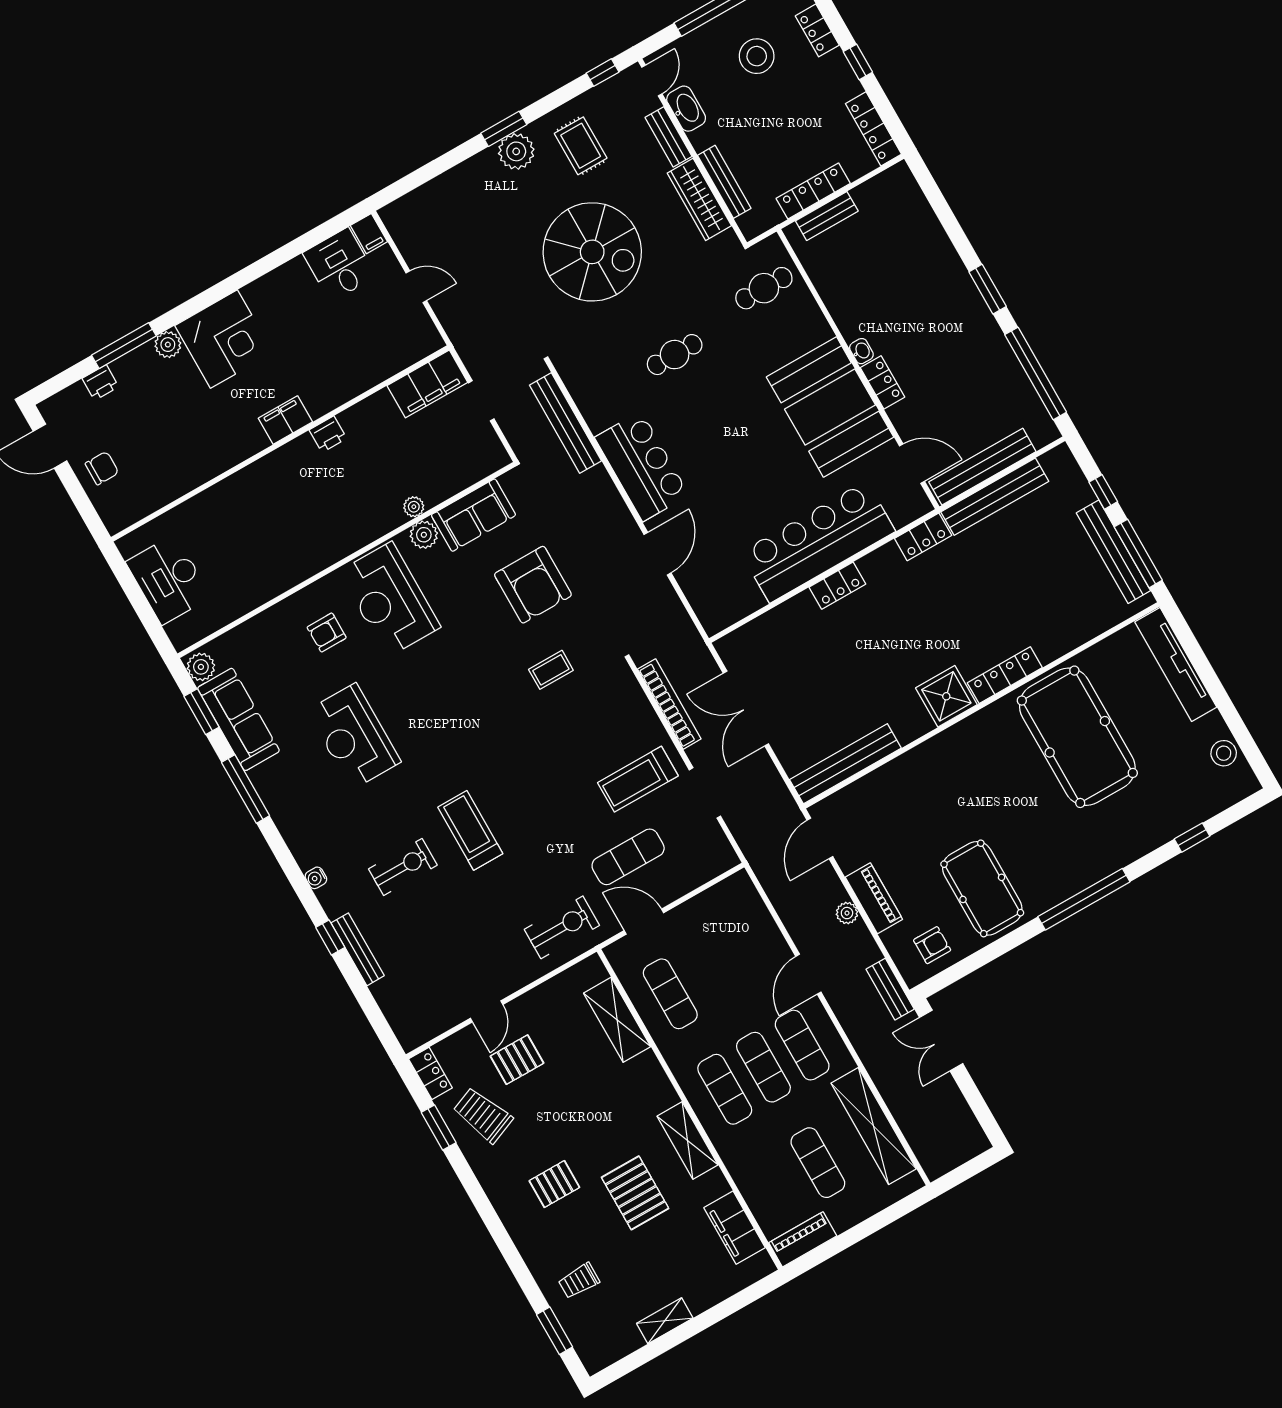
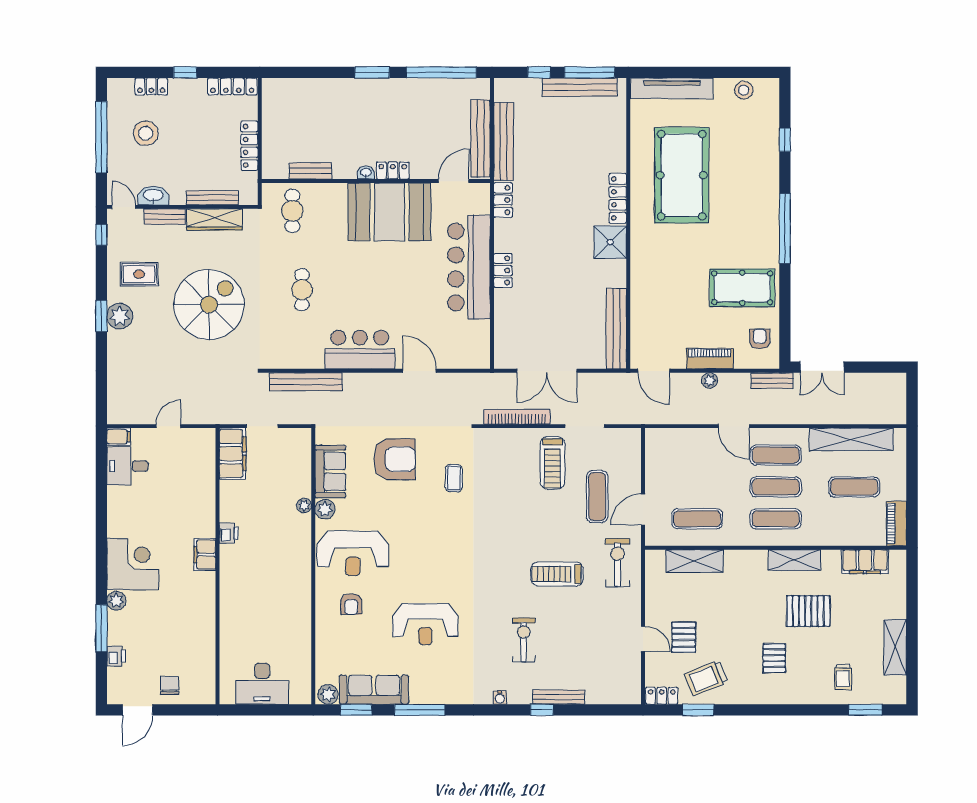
bench: (827, 216) -> (310, 171), moved, turned 90
pool table: (1077, 737) -> (682, 175), turned 90
treadmill: (470, 830) -> (557, 574), moved
shelving: (665, 1321) -> (895, 647), width x1.50, depth x1.33

